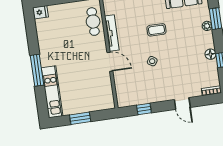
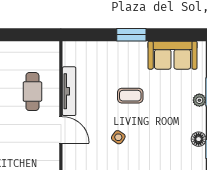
cafe table: (93, 22) -> (32, 92), moved

